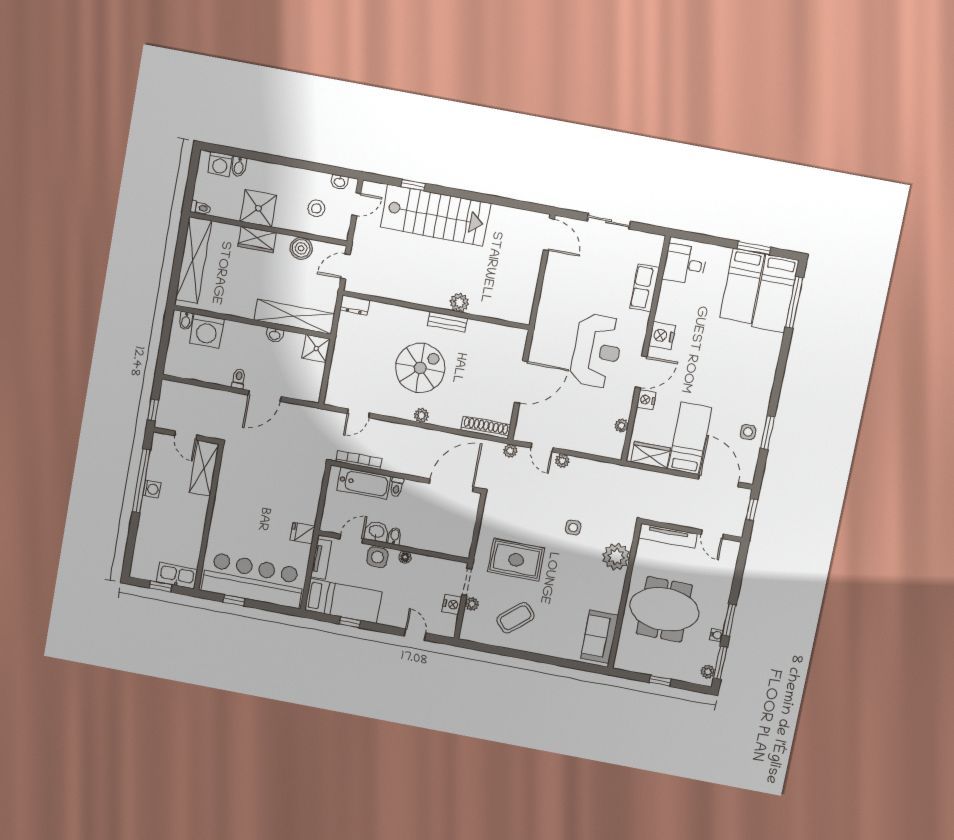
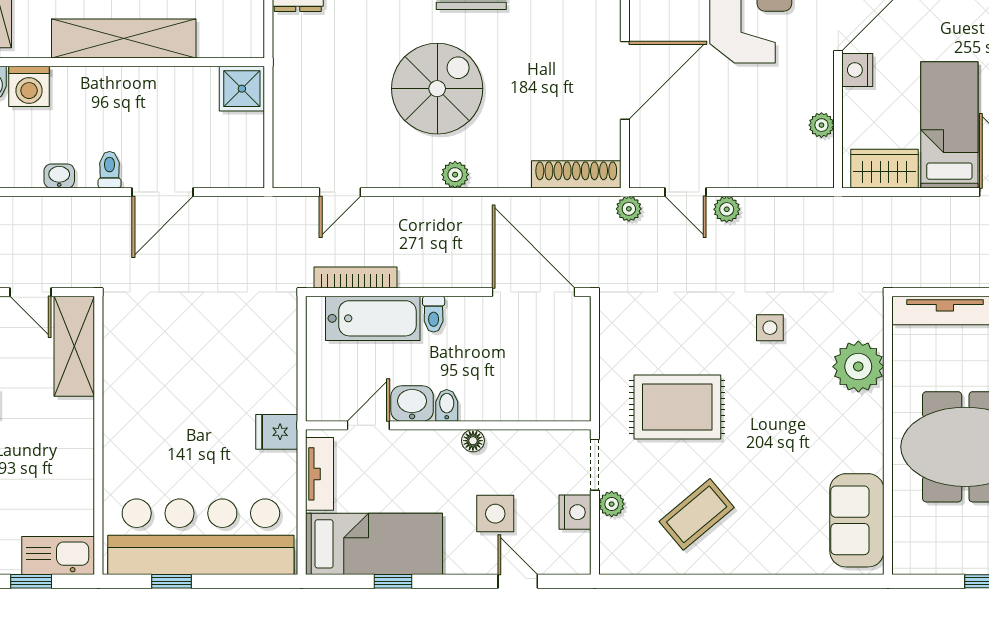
shelving: (294, 317) -> (124, 39), moved
washing machine: (207, 331) -> (29, 86), width x0.73, depth x0.73
washbasin: (275, 335) -> (59, 176), moved, turned 180
door: (451, 485) -> (533, 292), hinge flipped
side table: (377, 557) -> (495, 514), moved

